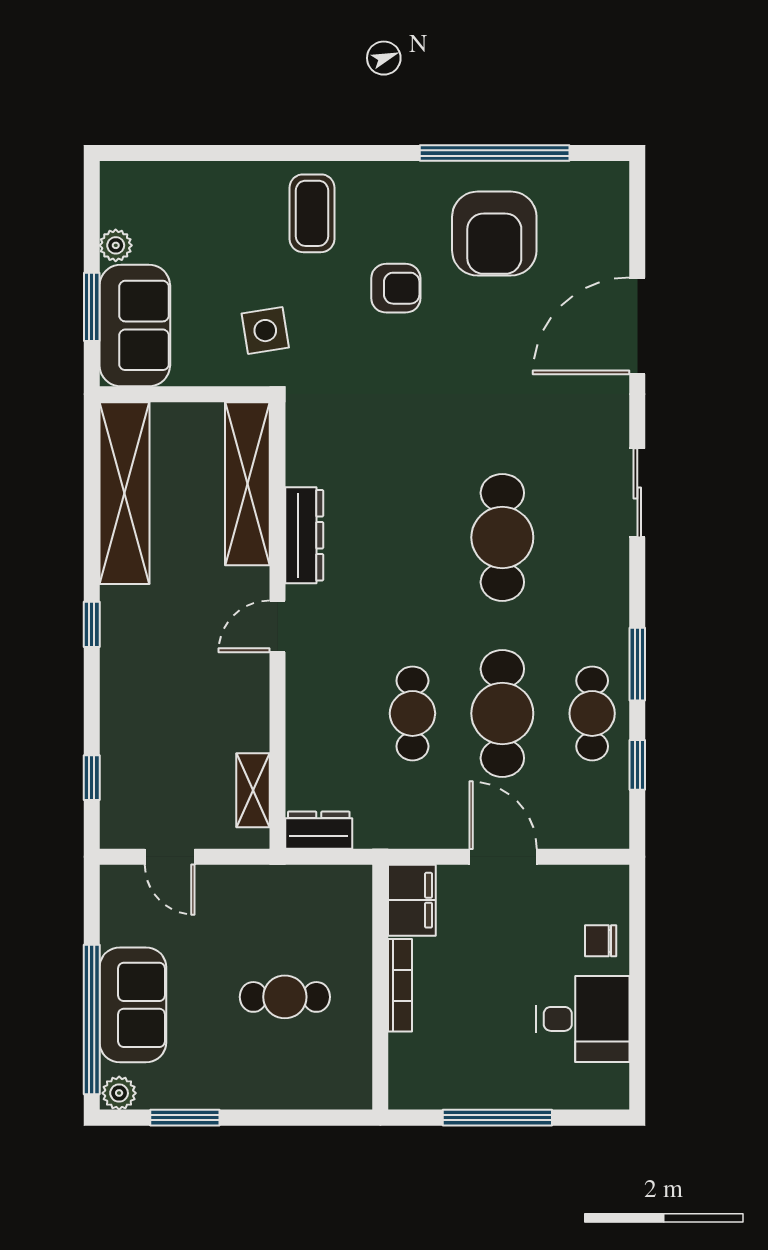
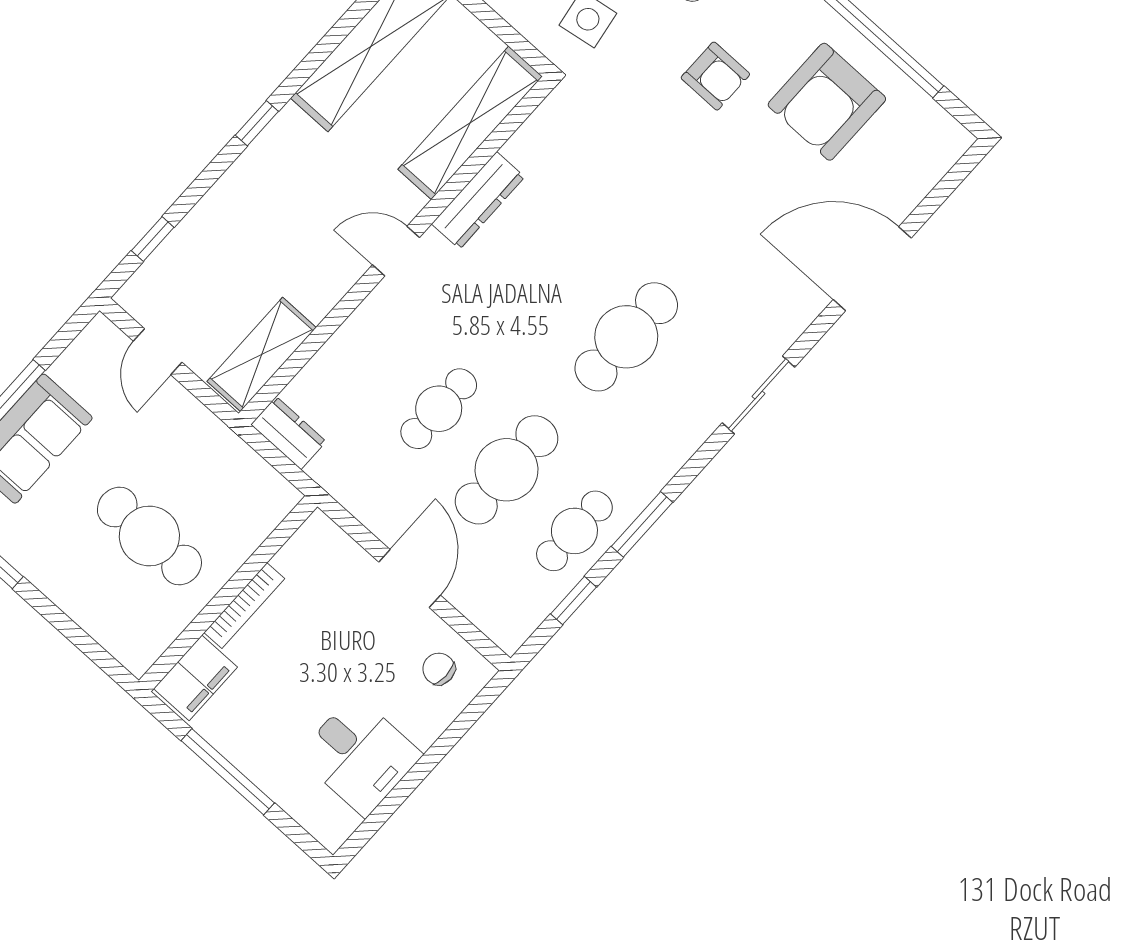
shelving: (253, 790) -> (262, 354), width x1.50, depth x1.33
filing cabinet: (412, 900) -> (195, 678), moved
chair: (601, 941) -> (439, 669), moved
cafe table: (285, 997) -> (149, 536), width x1.37, depth x1.35

